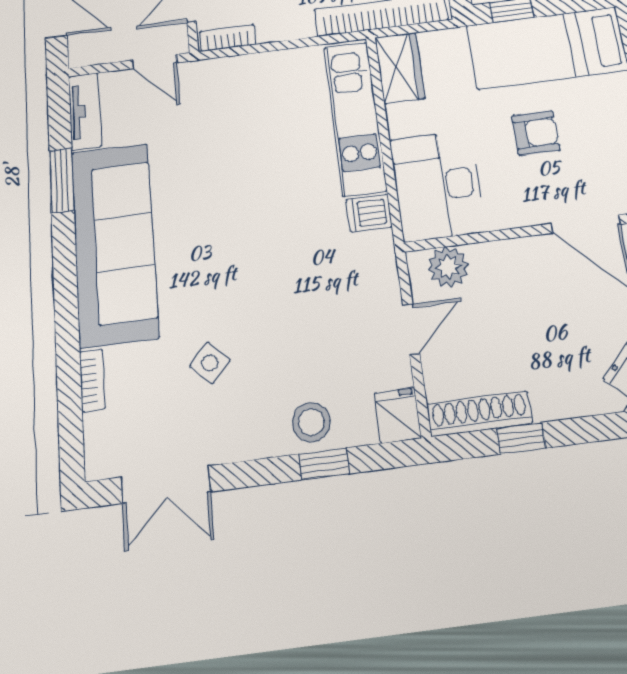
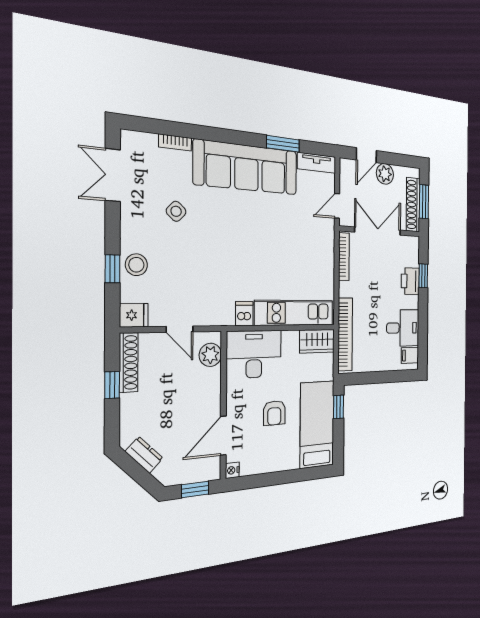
bookcase: (228, 38) -> (344, 257), width x1.56

